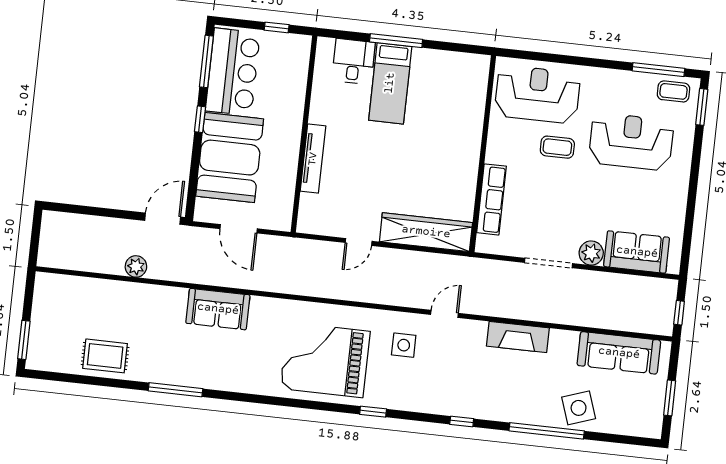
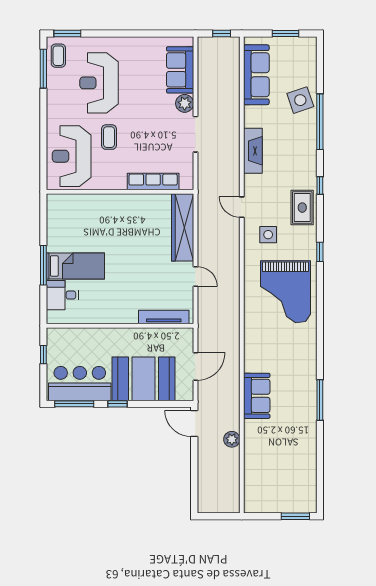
tv unit: (313, 159) -> (164, 317), moved
sofa: (218, 309) -> (257, 396), moved
rug: (105, 356) -> (302, 208), moved

